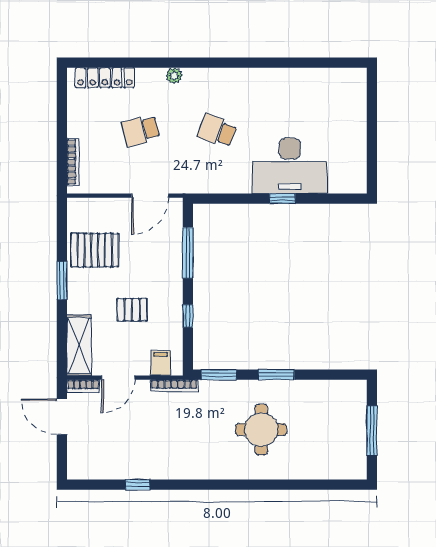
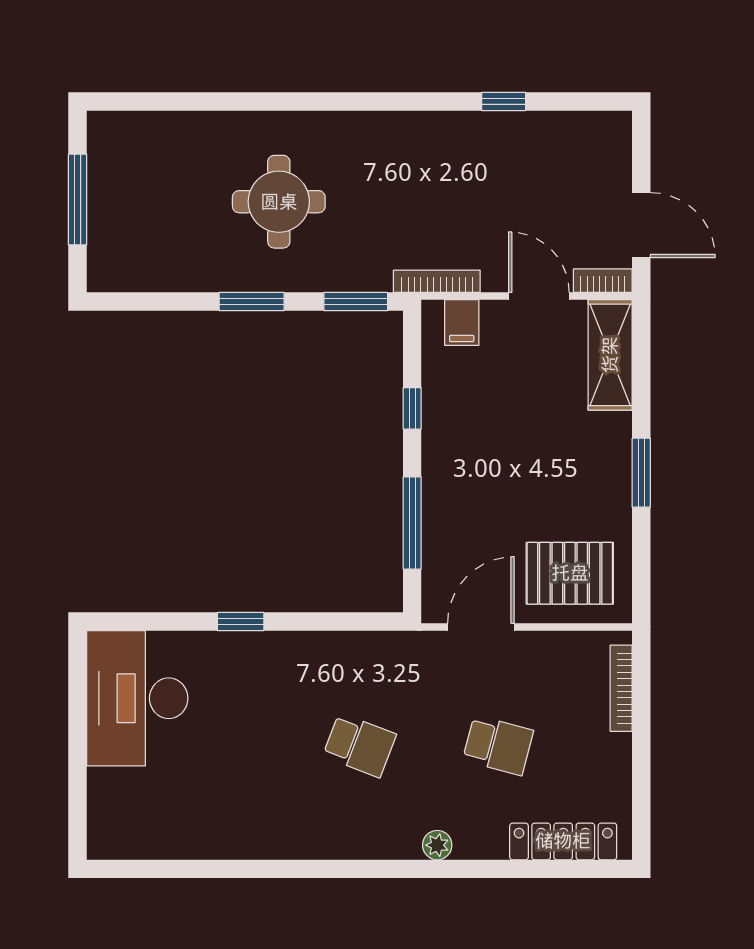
school desk: (141, 131) -> (498, 745), turned 30
desk: (290, 166) -> (137, 698), moved, turned -90
pallet: (95, 250) -> (570, 573), moved
pallet: (132, 310) -> (514, 420), removed
door: (118, 378) -> (539, 296), hinge flipped

